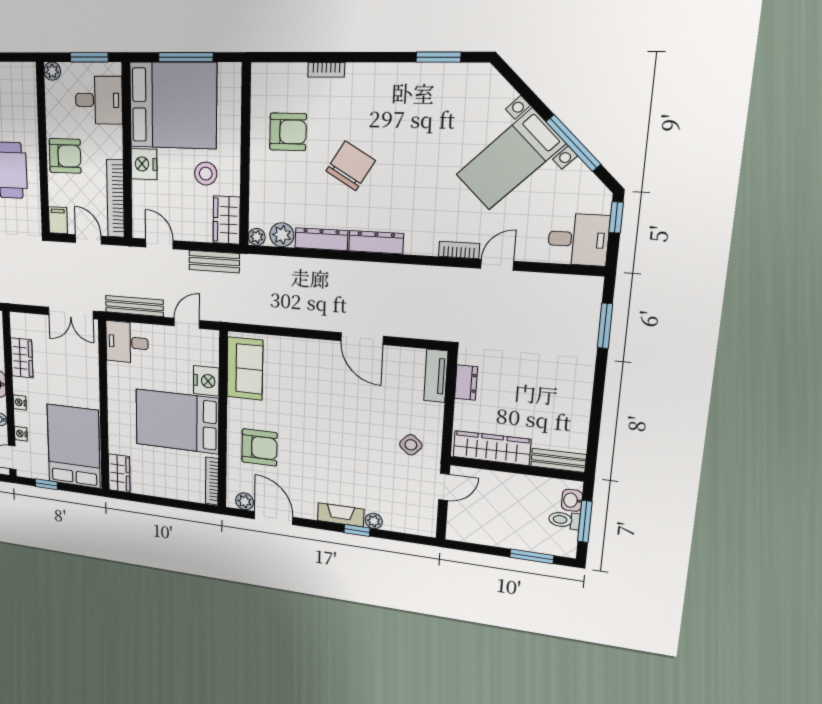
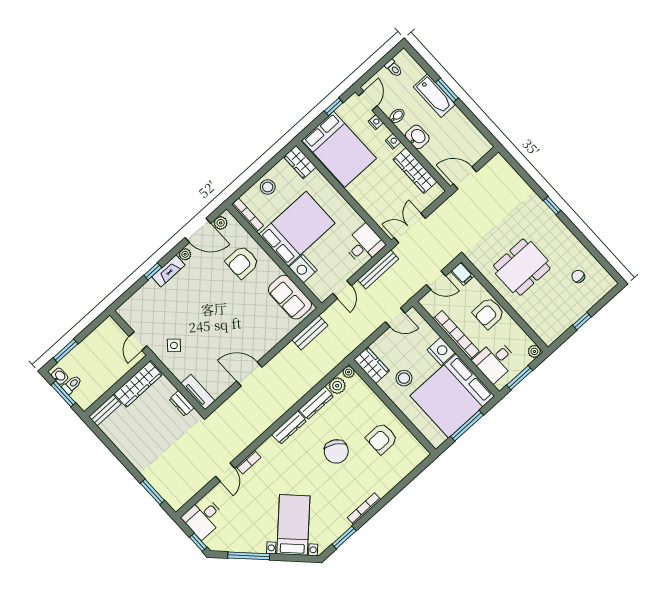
bookcase: (326, 70) -> (364, 509), moved, width x1.56
bed with nightstands: (510, 159) -> (293, 525), moved
bookcase: (115, 198) -> (456, 335), moved
bench: (214, 262) -> (310, 333), moved
wardrobe: (22, 358) -> (415, 170), width x1.50
stool: (169, 484) -> (268, 187), added
washbasin: (572, 500) -> (60, 376), moved
plant: (374, 521) -> (185, 254), moved

